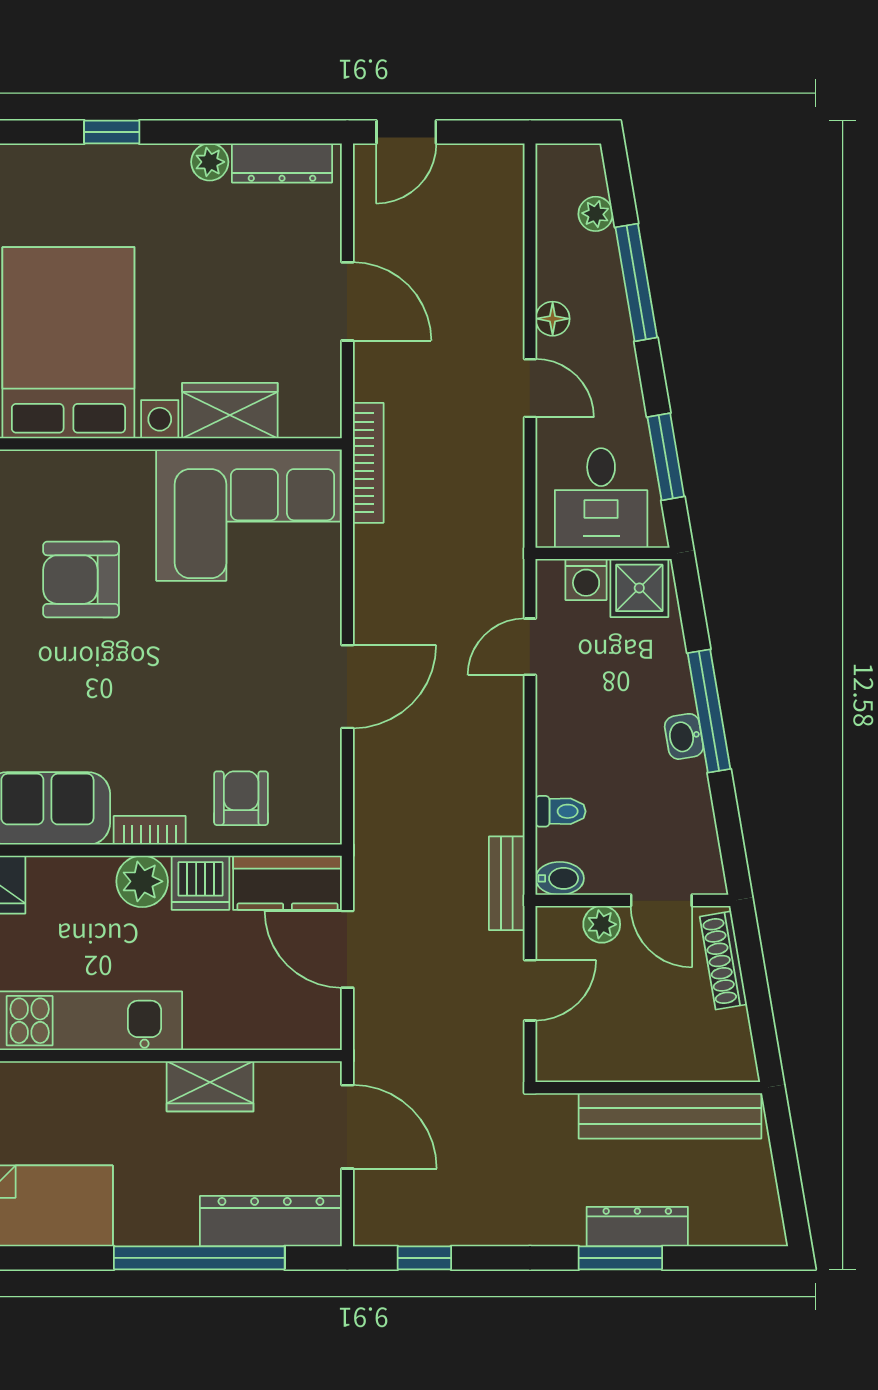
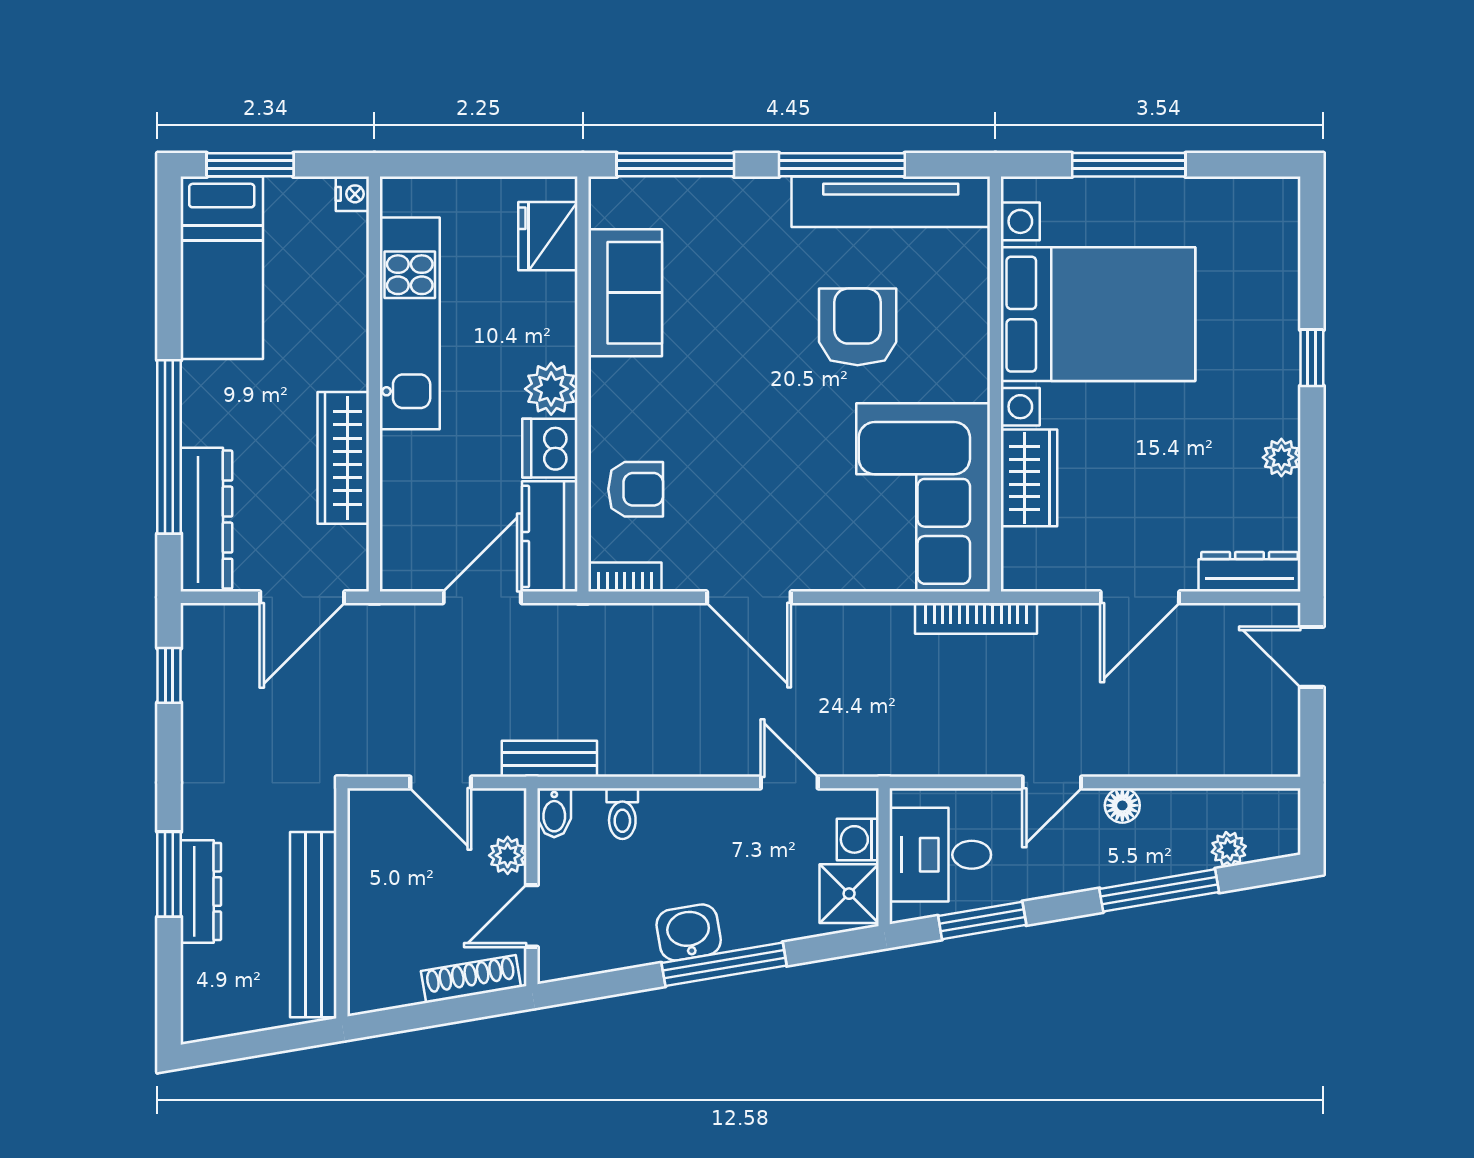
dresser: (282, 163) -> (1249, 572), moved, turned 90
washbasin: (684, 736) -> (689, 932), width x1.38, depth x1.45
bookcase: (150, 830) -> (625, 577), moved, turned -90
wardrobe: (210, 1086) -> (343, 458), width x1.50

